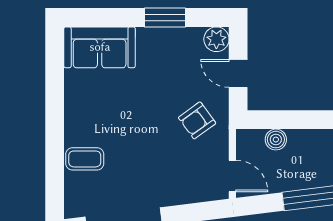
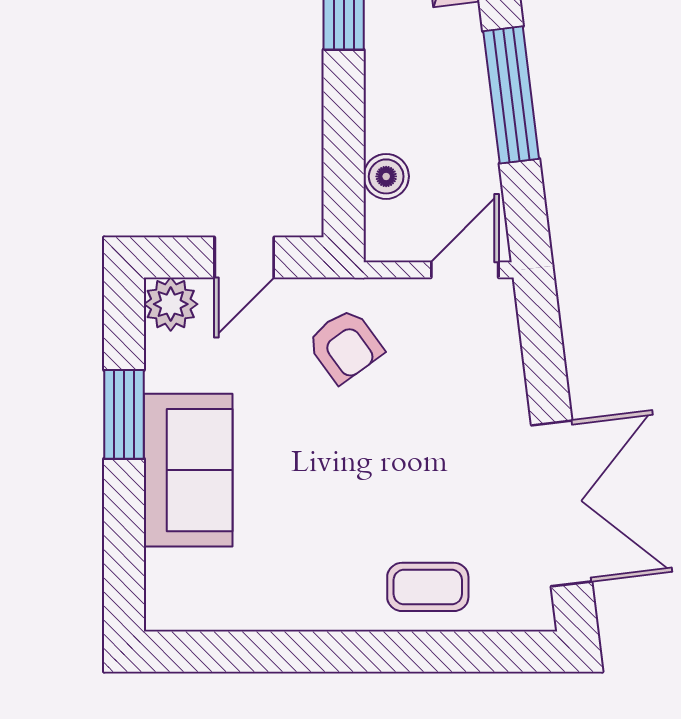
sofa: (100, 47) -> (188, 470), moved
coffee table: (85, 159) -> (428, 587), turned 90

